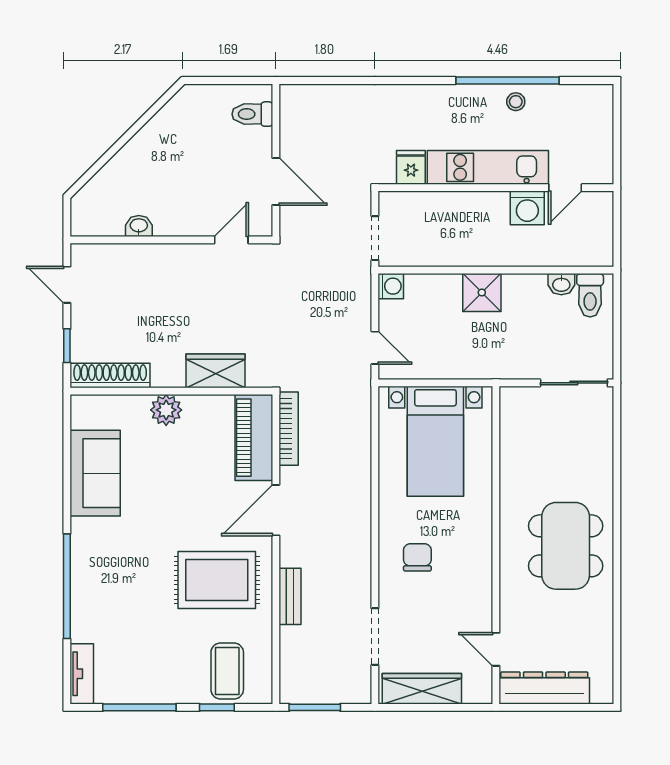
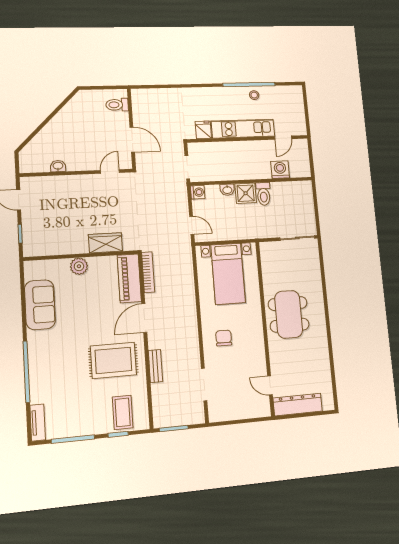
washing machine: (527, 208) -> (280, 170), moved, turned 180
washbasin: (561, 284) -> (227, 190), moved
toilet: (590, 295) -> (264, 194), moved
shoe rack: (110, 376) -> (46, 249), removed
dining table: (566, 546) -> (289, 314), moved
wardrobe: (422, 689) -> (232, 412), removed

